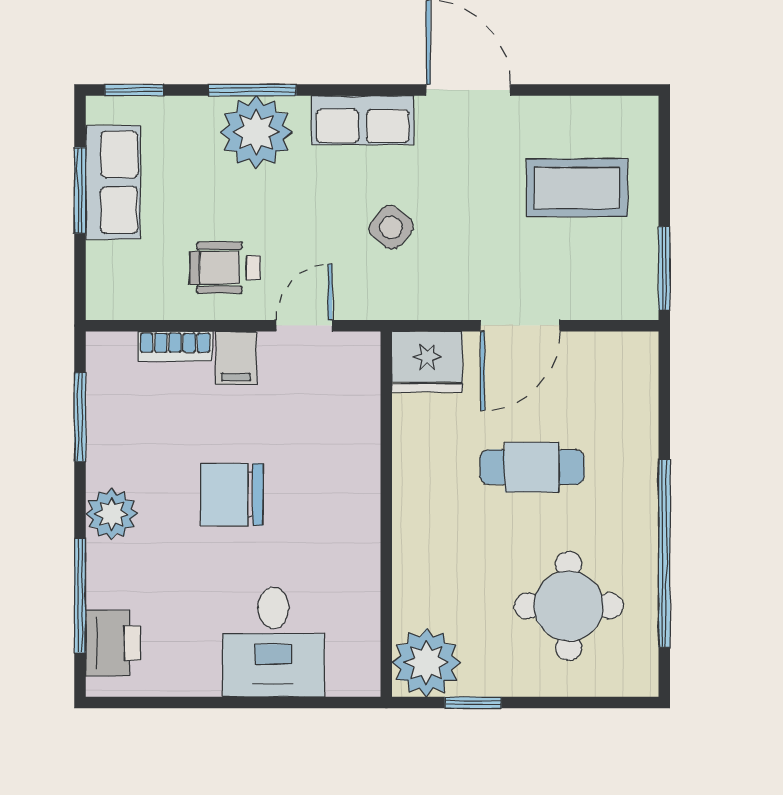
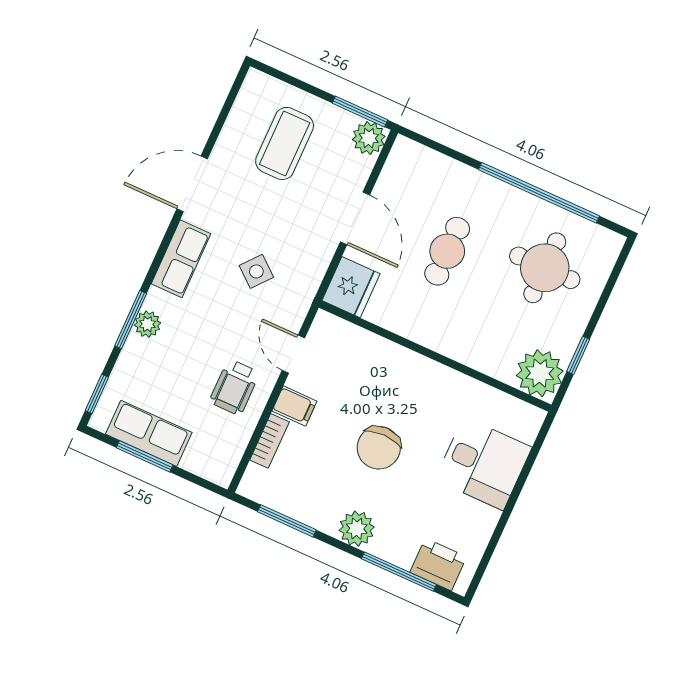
plant: (256, 132) -> (147, 324), width x0.53, depth x0.53
plant: (634, 296) -> (369, 138), added

